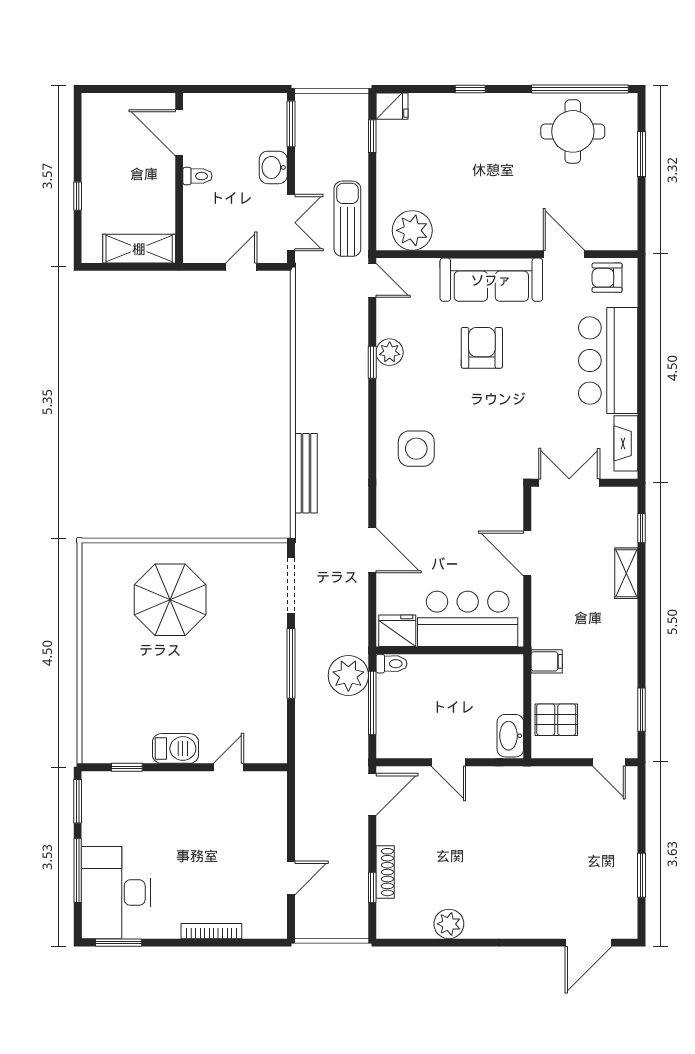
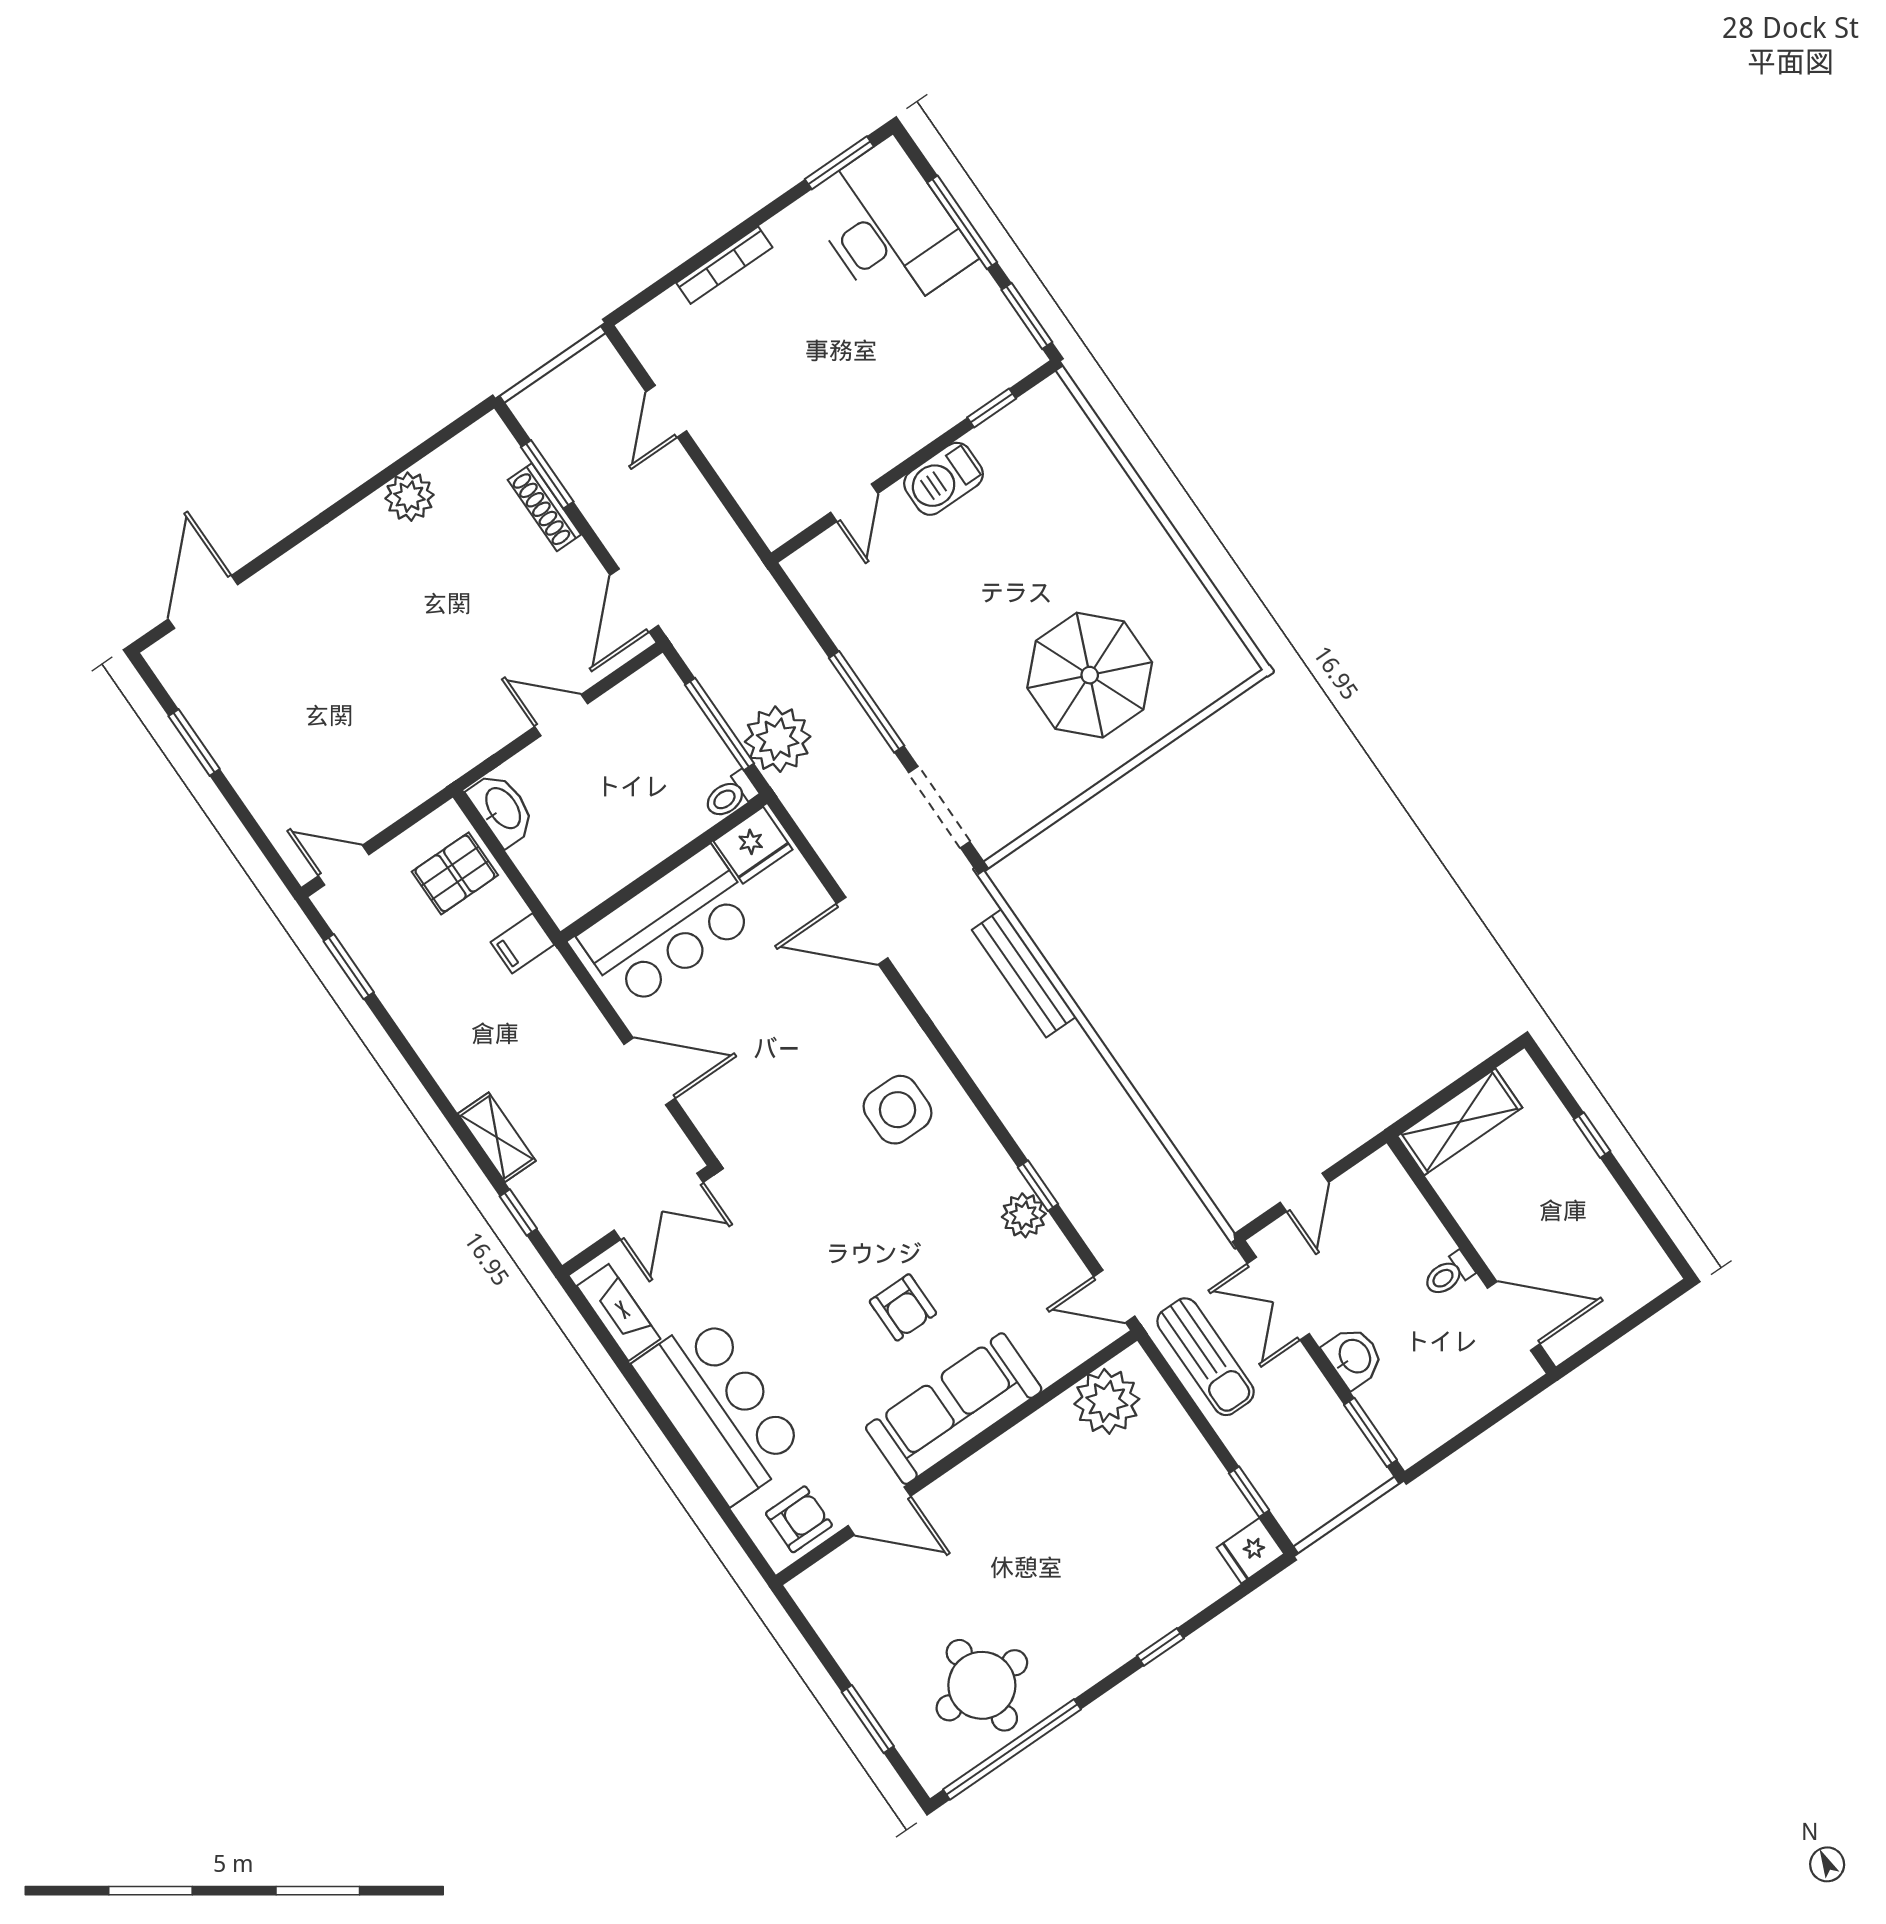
armchair: (482, 348) -> (903, 1307), width x0.72, depth x0.72
window: (372, 887) -> (547, 474), width x1.50

